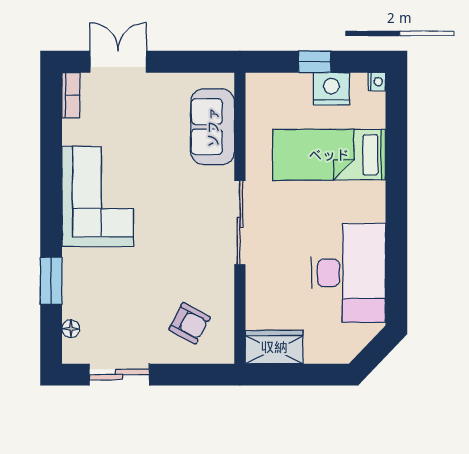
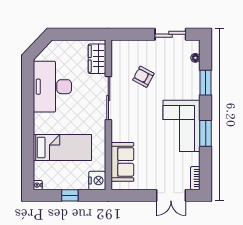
nightstand: (331, 89) -> (97, 181), moved, turned -90
window: (51, 182) -> (206, 133), added
sliding door: (240, 222) -> (108, 98), moved
armchair: (189, 323) -> (143, 77), moved
wardrobe: (274, 347) -> (97, 59), moved, turned 90

